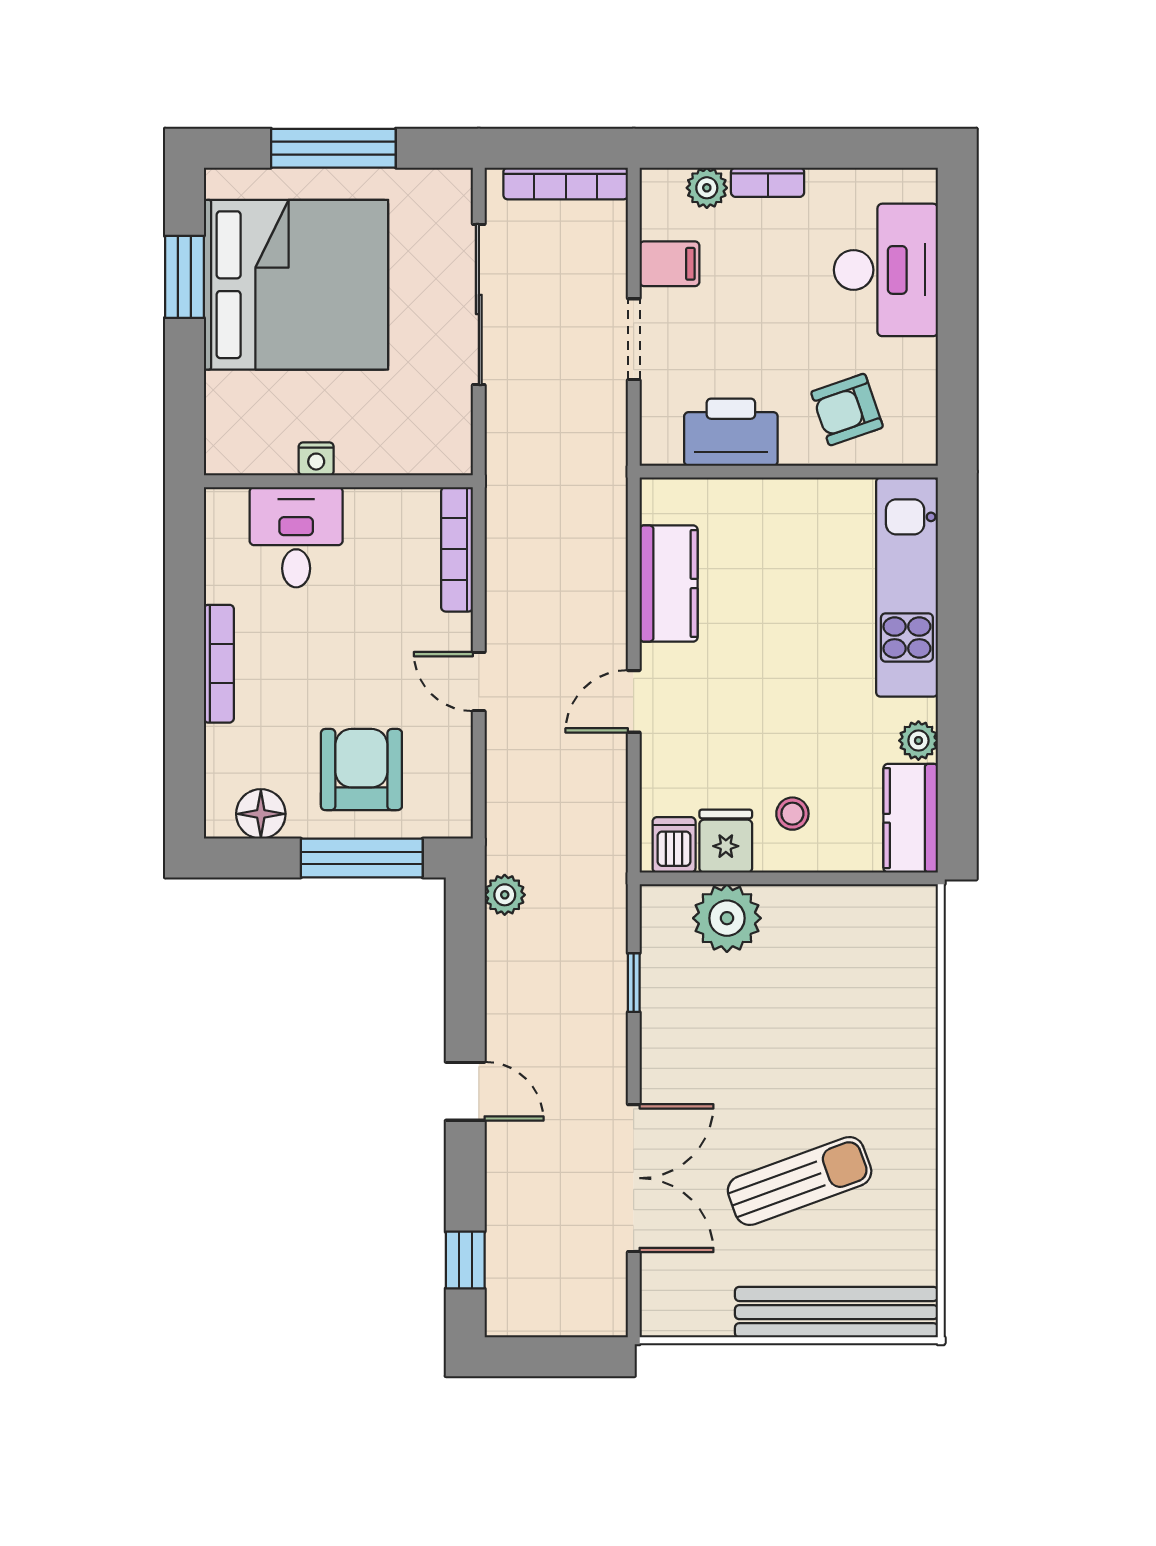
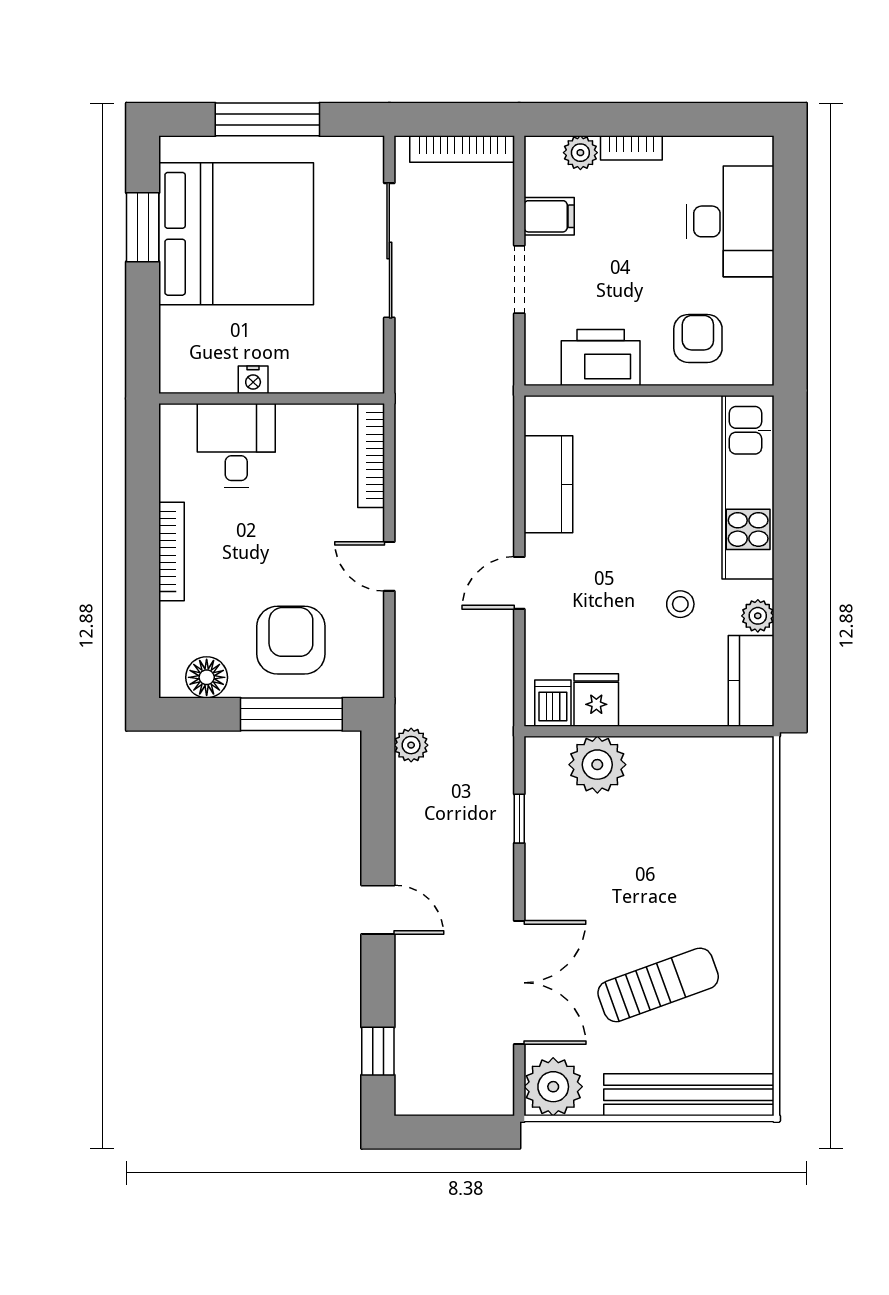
armchair: (847, 410) -> (698, 338), turned 109
stool: (792, 814) -> (680, 604), moved
plant: (674, 1303) -> (553, 1087), added

